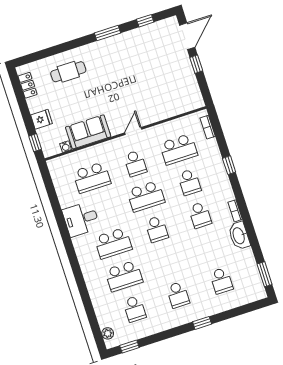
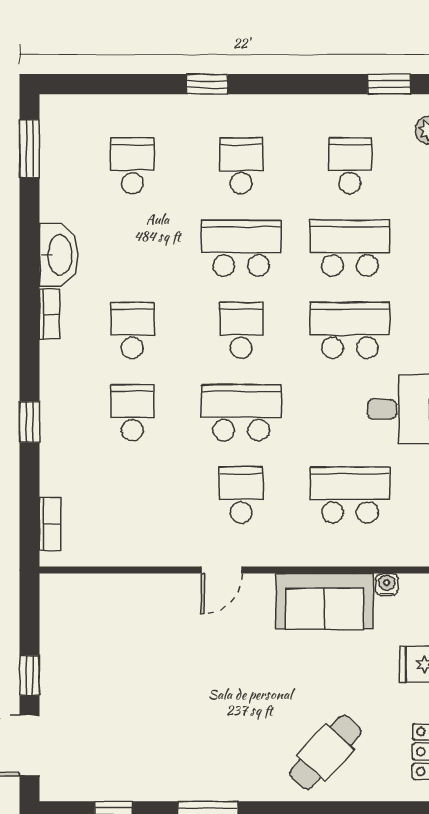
cafe table: (68, 72) -> (325, 752), turned -47
school desk: (179, 149) -> (241, 248), moved

